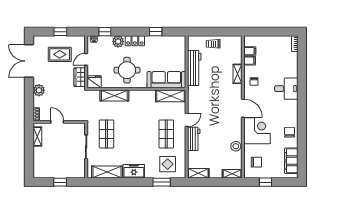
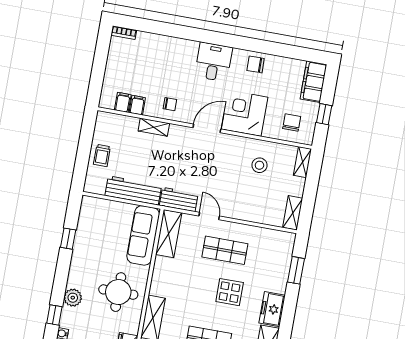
locker: (135, 41) -> (76, 272), removed
desk: (286, 89) -> (214, 62), moved
workbench: (194, 139) -> (179, 199), moved
stool: (236, 146) -> (259, 165), moved
filing cabinet: (291, 161) -> (313, 82), moved, turned 90
display table: (168, 164) -> (230, 292), moved

